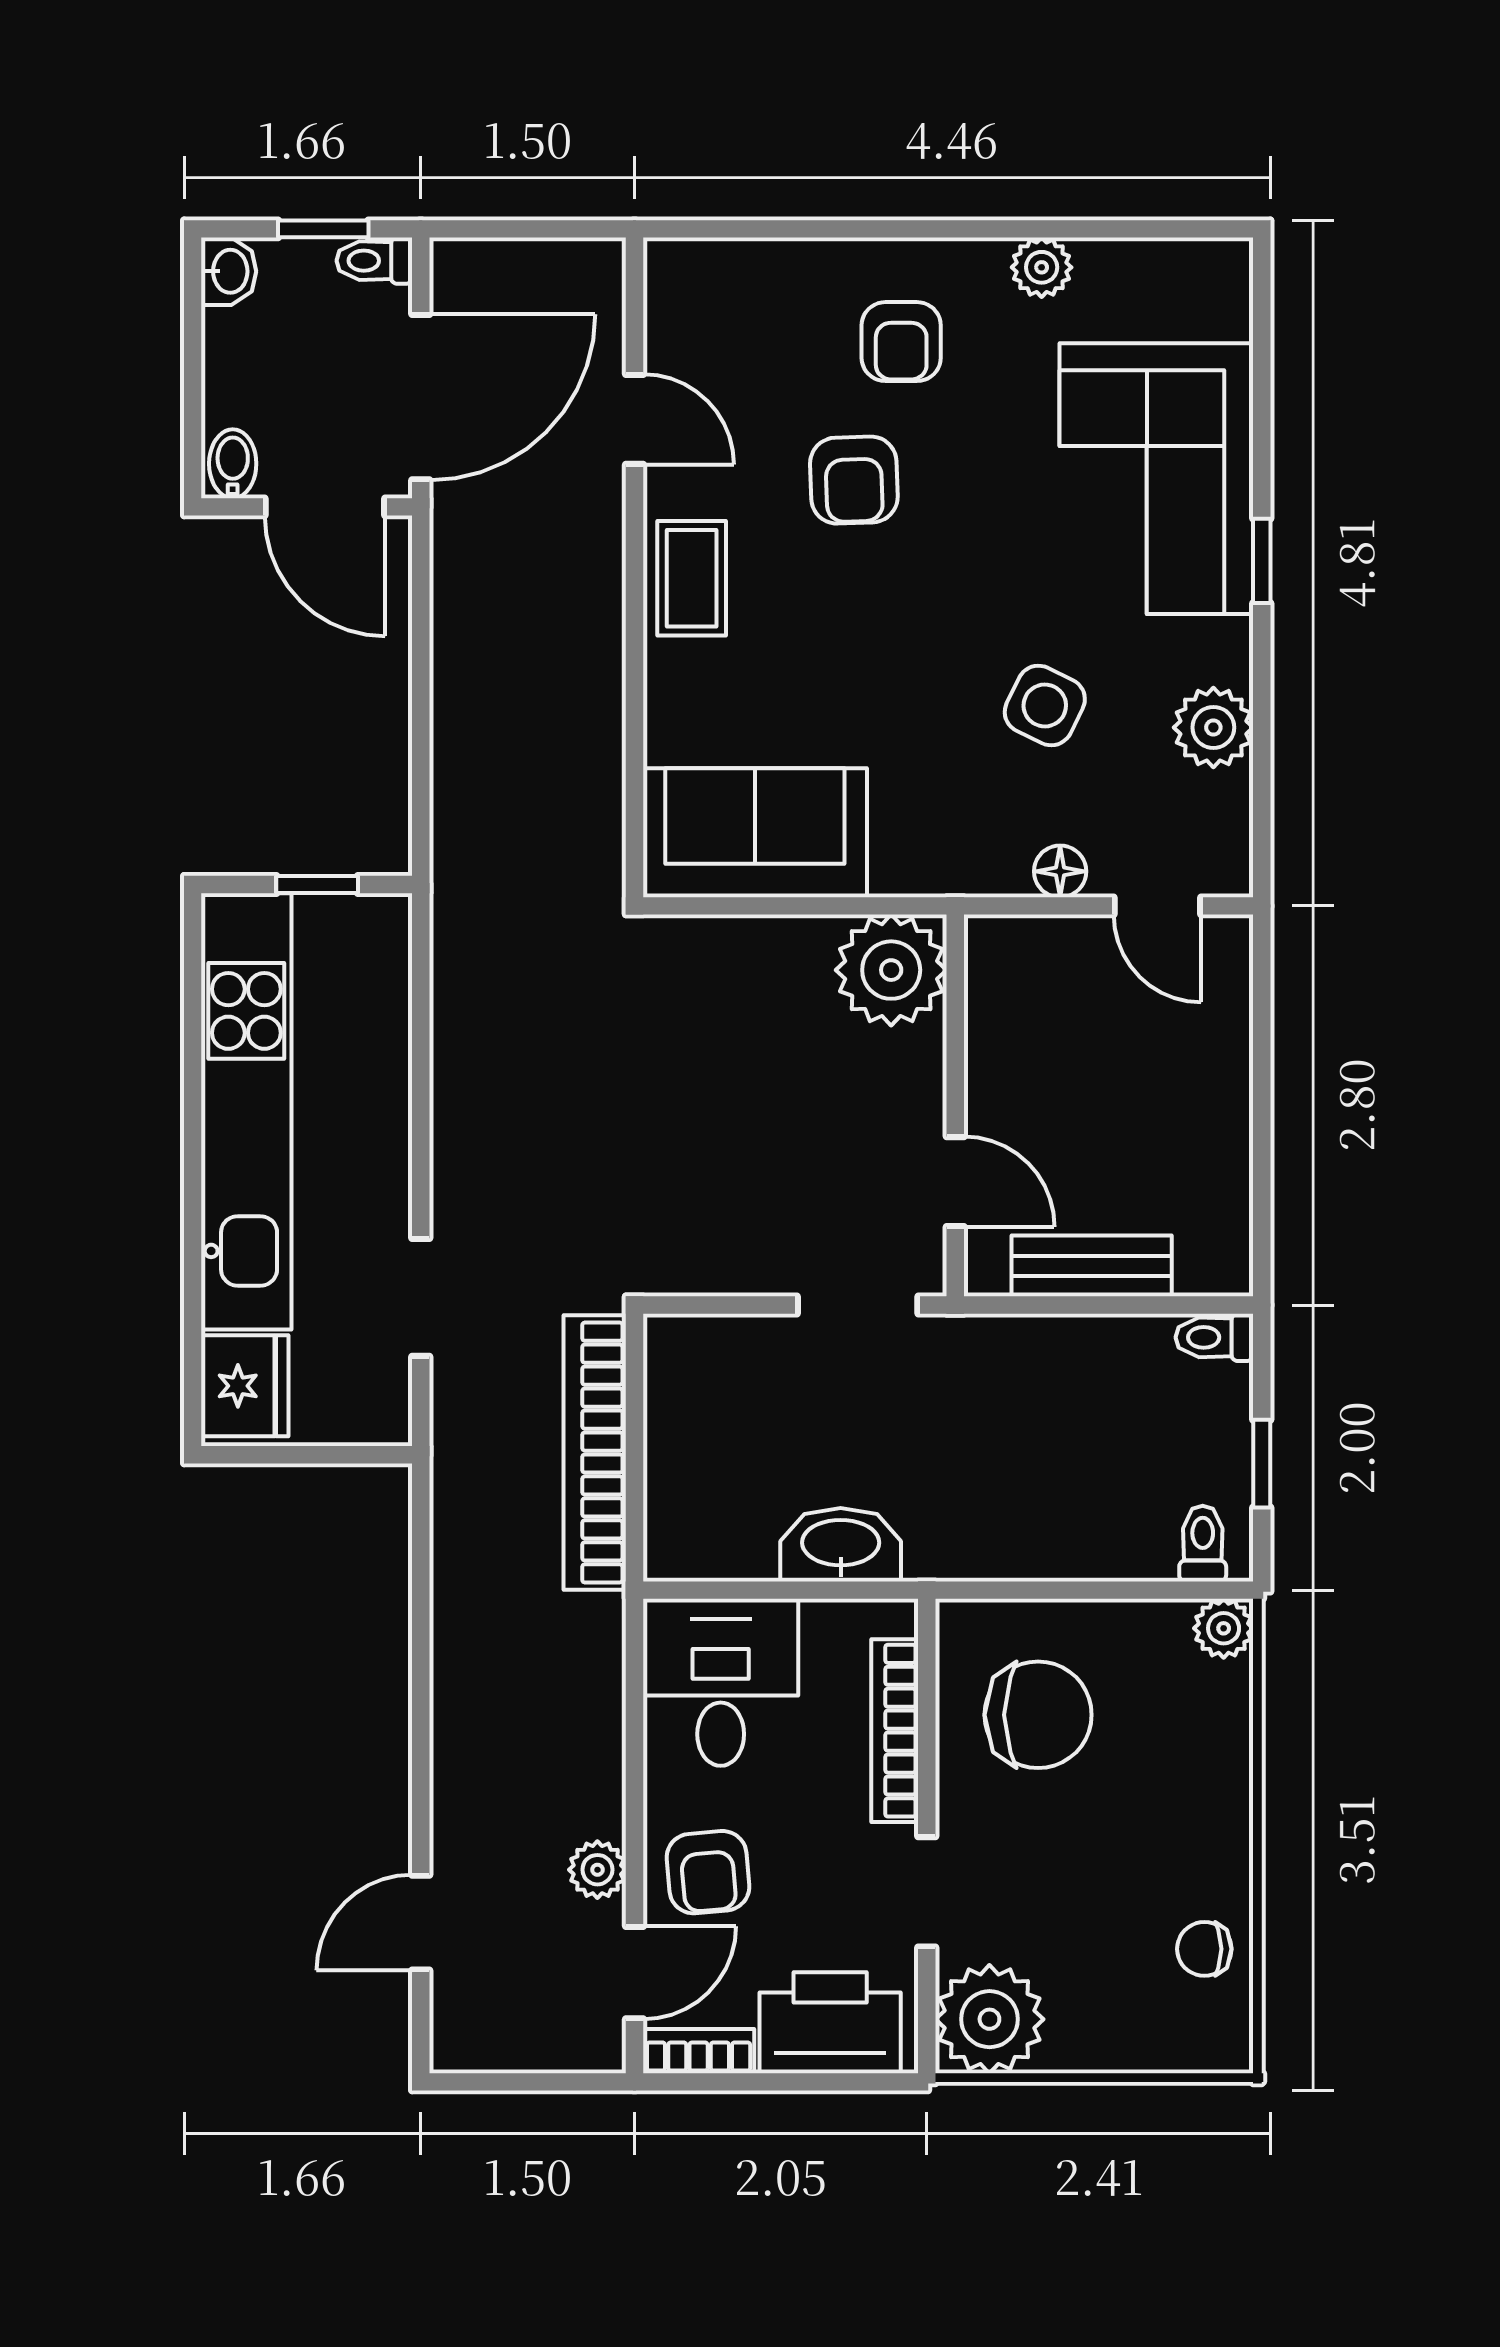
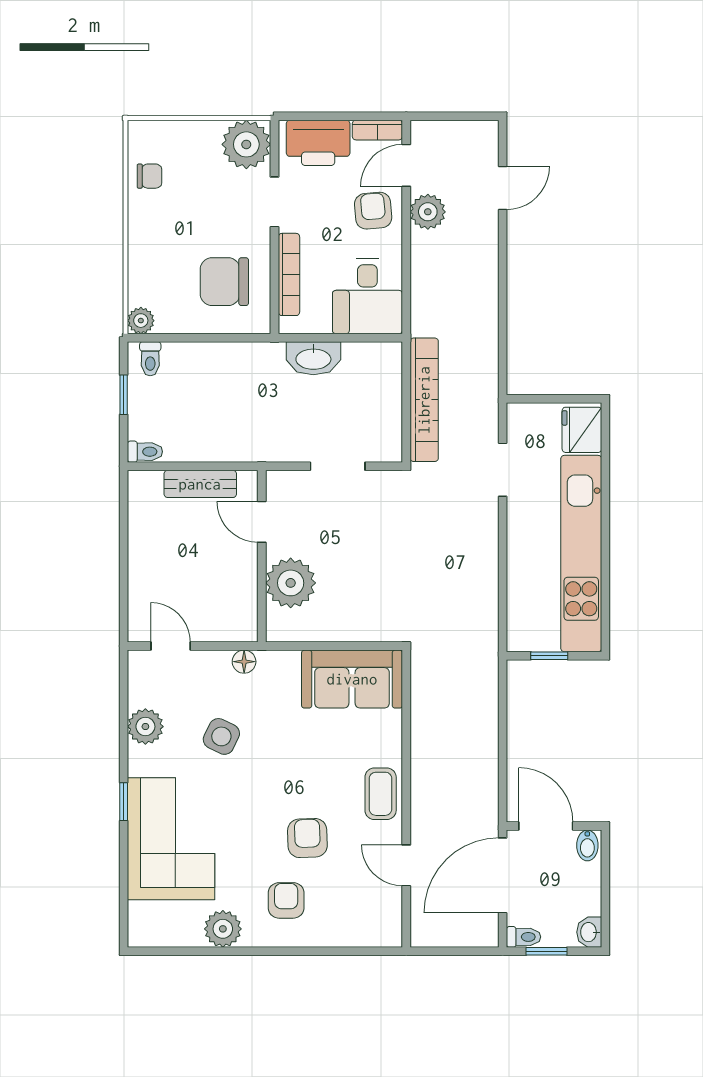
plant: (1042, 267) -> (223, 929), width x1.38, depth x1.38
floor lamp: (1060, 871) -> (244, 662), moved
plant: (891, 970) -> (291, 583), moved
doorway: (858, 1305) -> (338, 466), moved
plant: (597, 1870) -> (428, 212), width x1.38, depth x1.38

